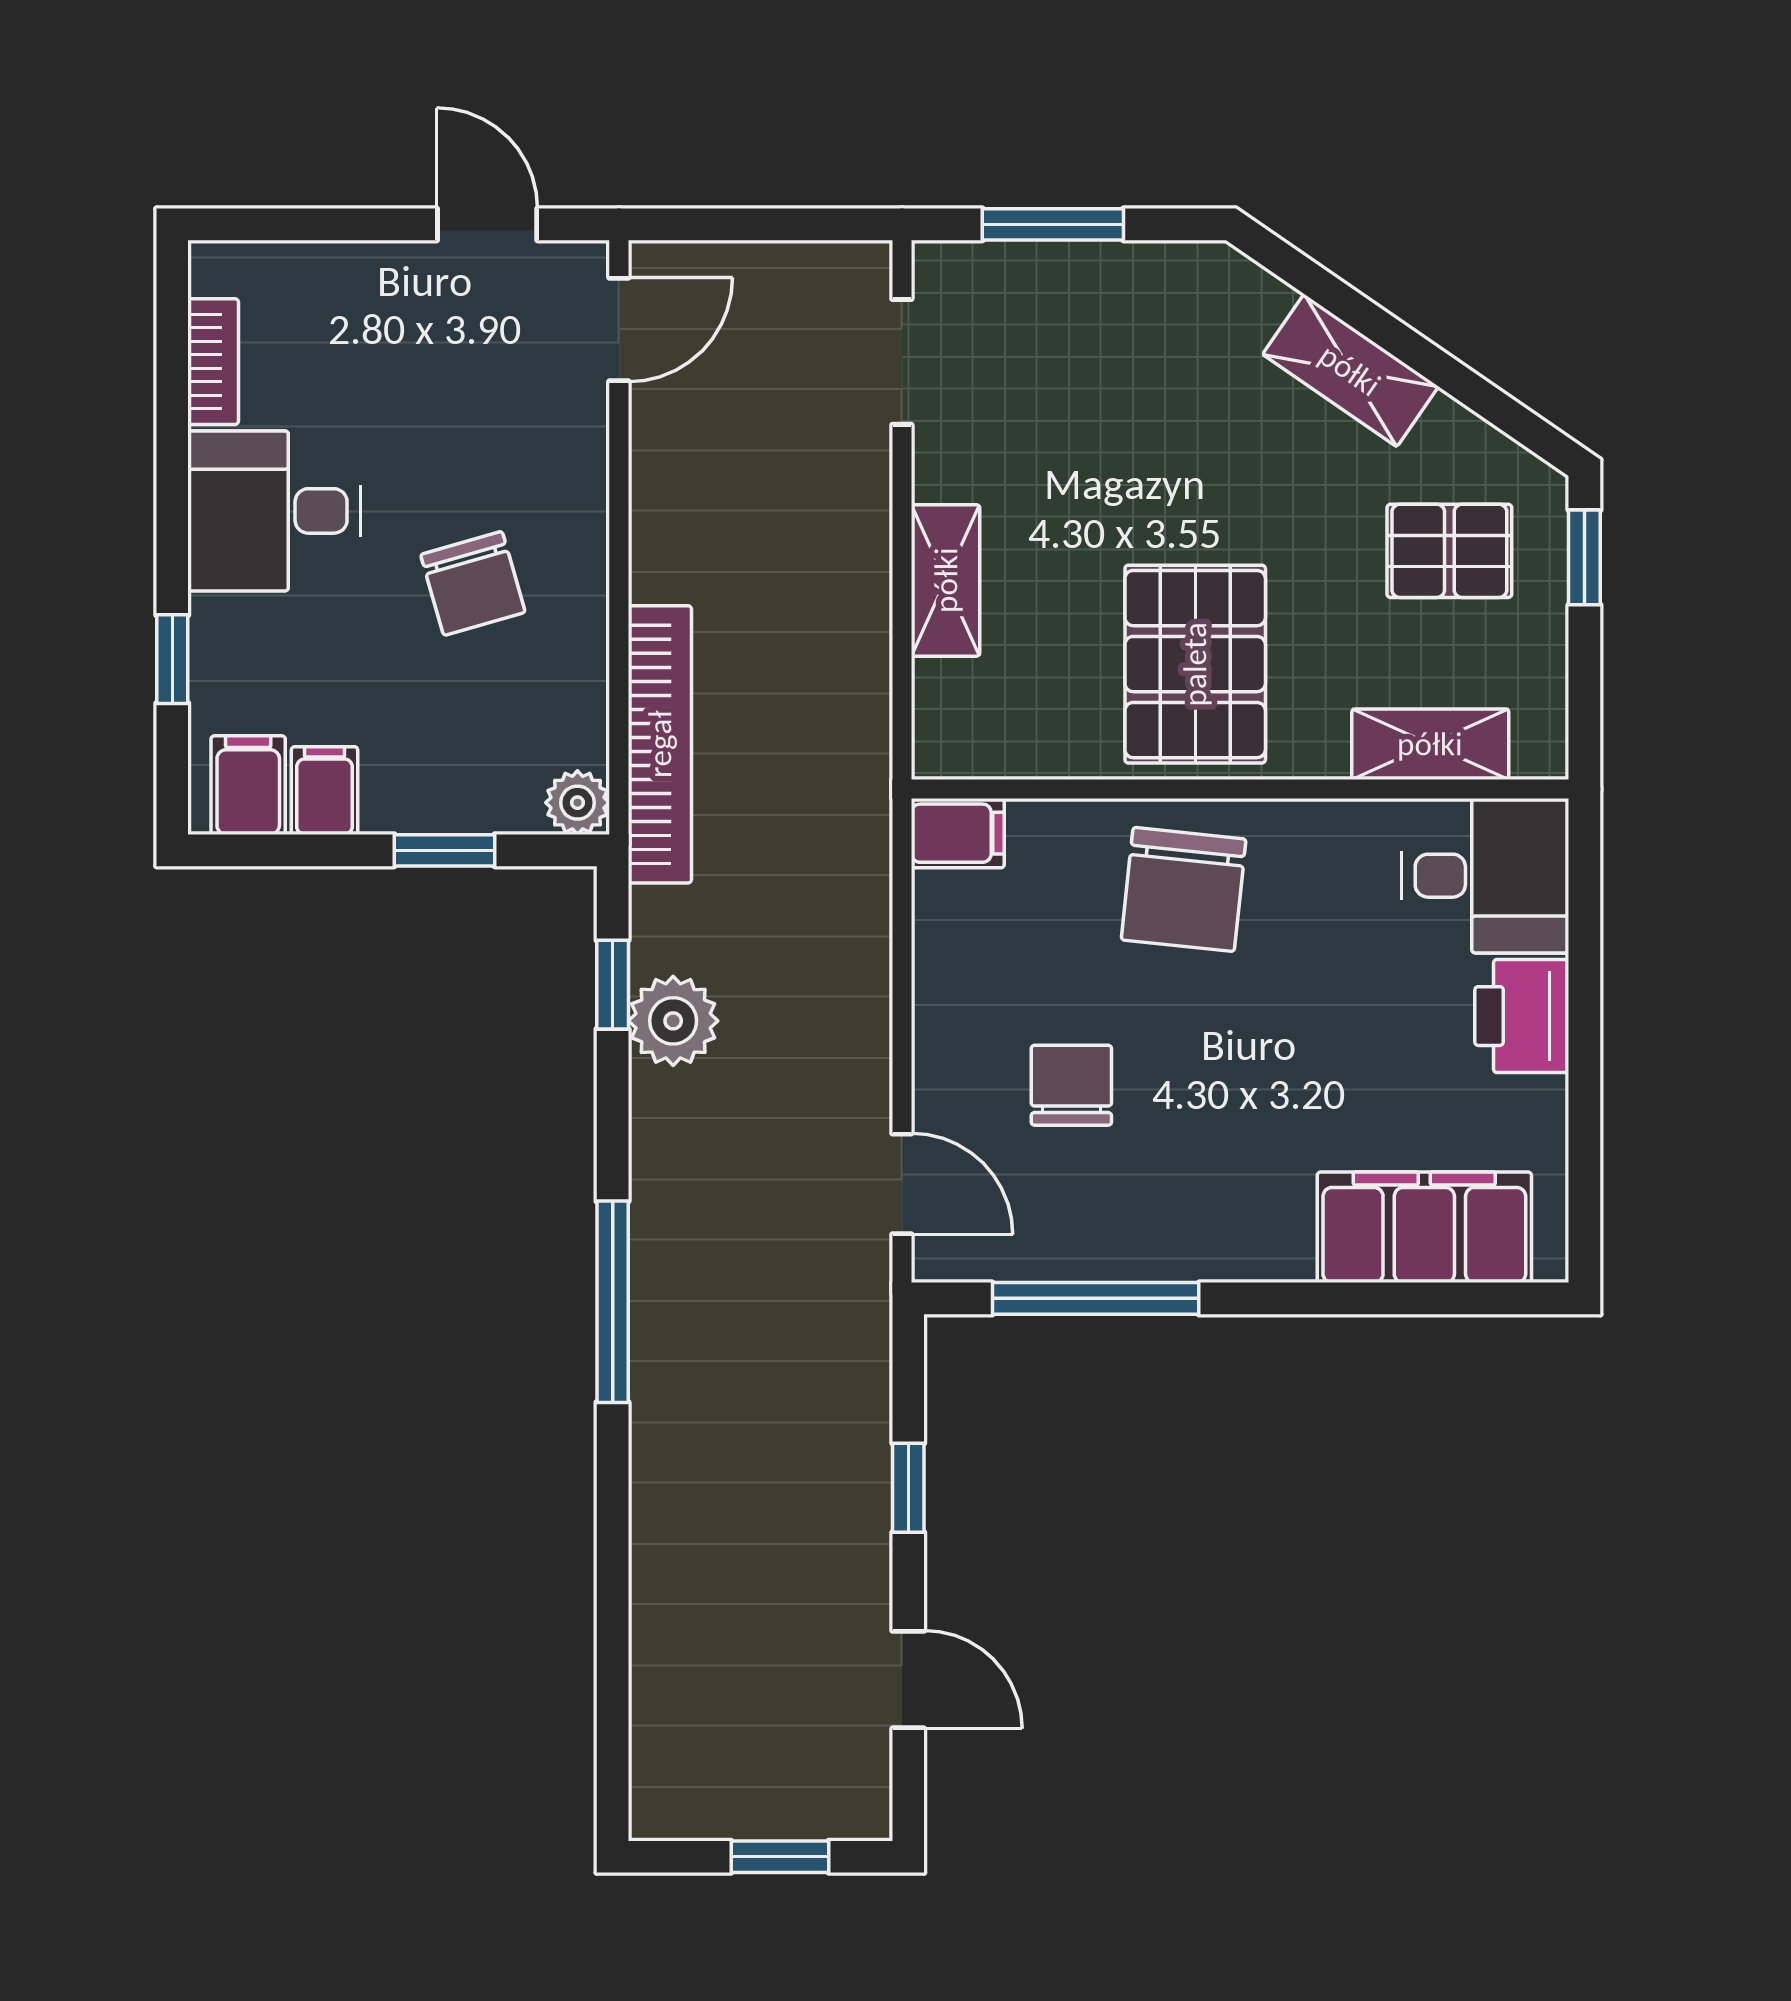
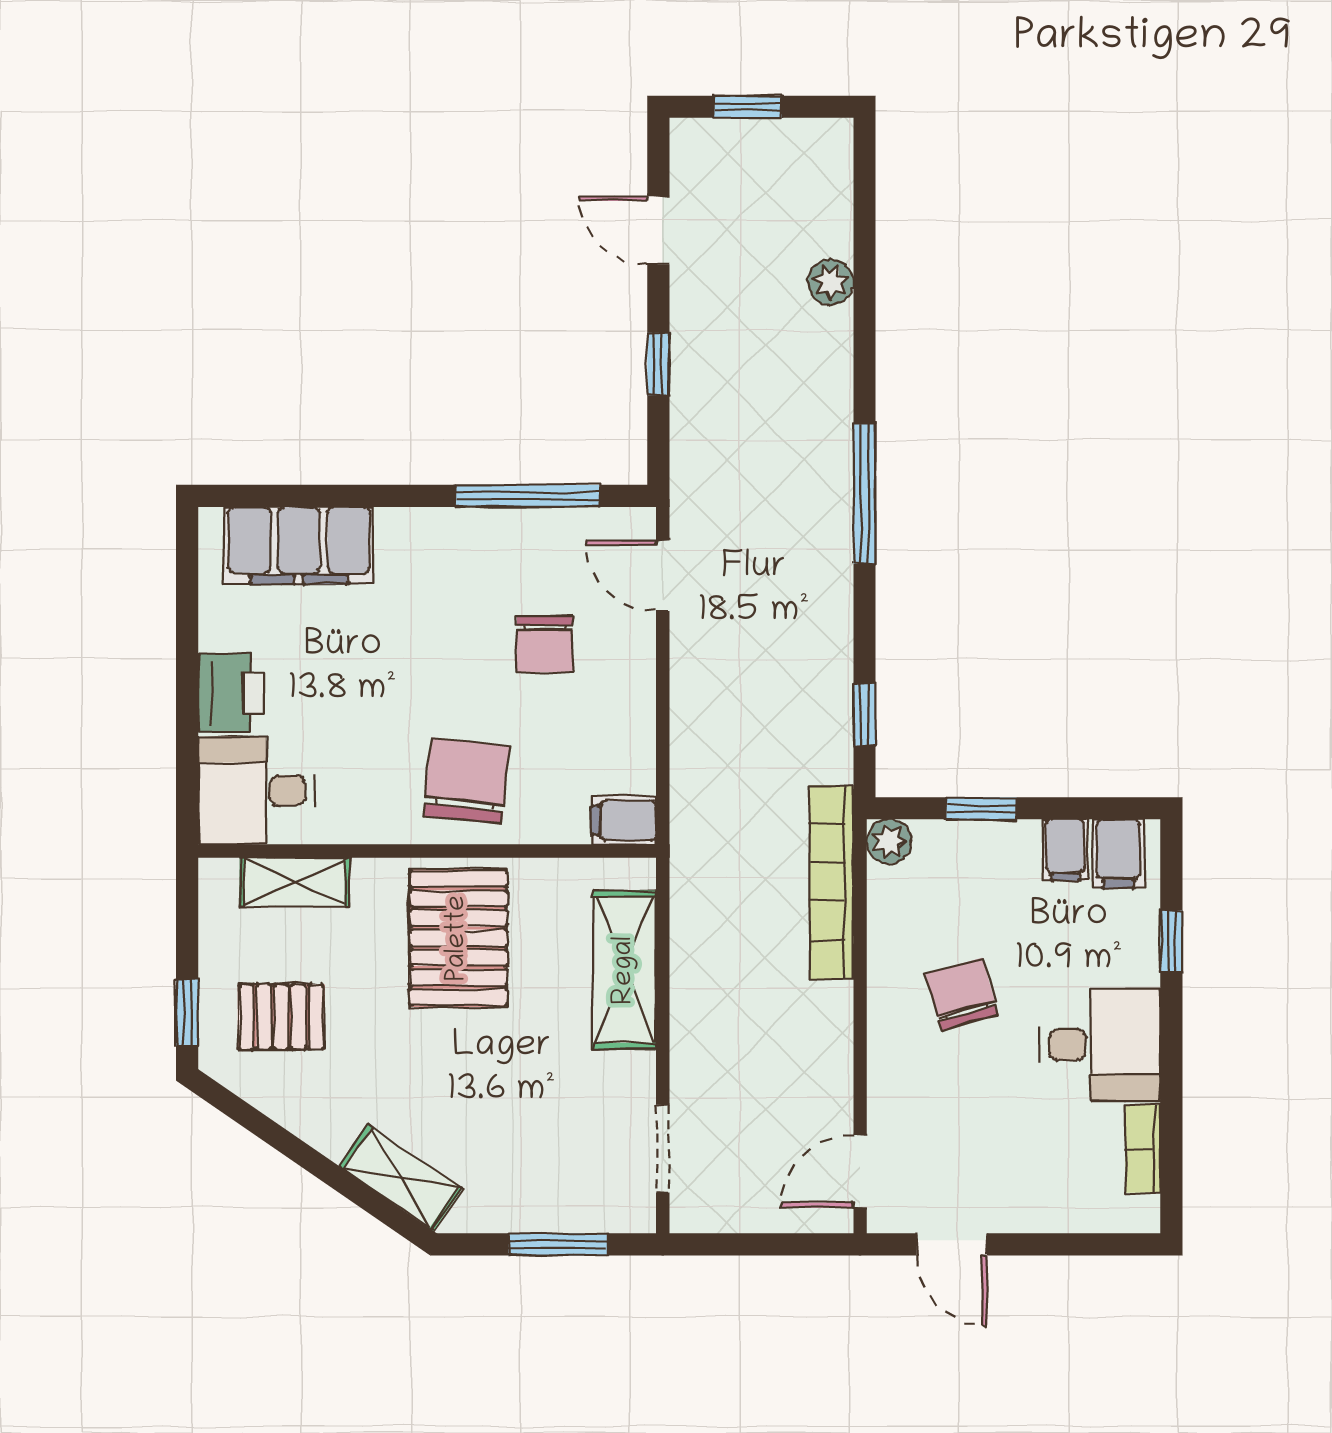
shelving: (1350, 370) -> (401, 1178), moved
shelving: (946, 580) -> (625, 970), width x1.50, depth x1.33
plant: (673, 1021) -> (831, 282), moved, width x0.73, depth x0.73

